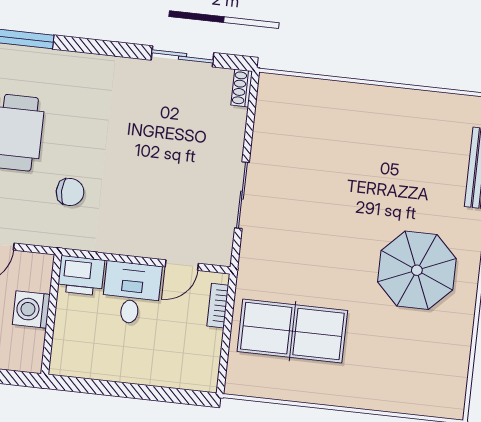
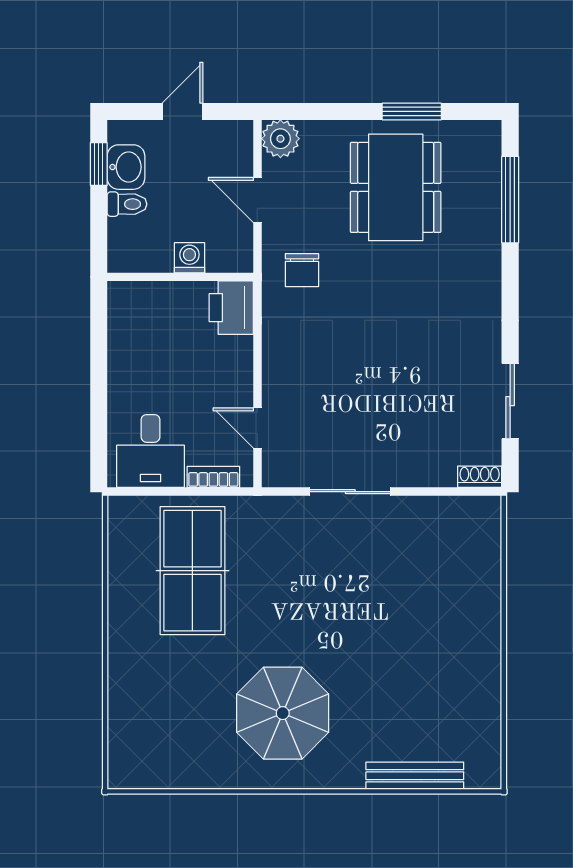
chair: (70, 192) -> (302, 270), moved
desk: (131, 293) -> (151, 451), moved, turned 90
washing machine: (31, 309) -> (189, 258), width x0.73, depth x0.73

